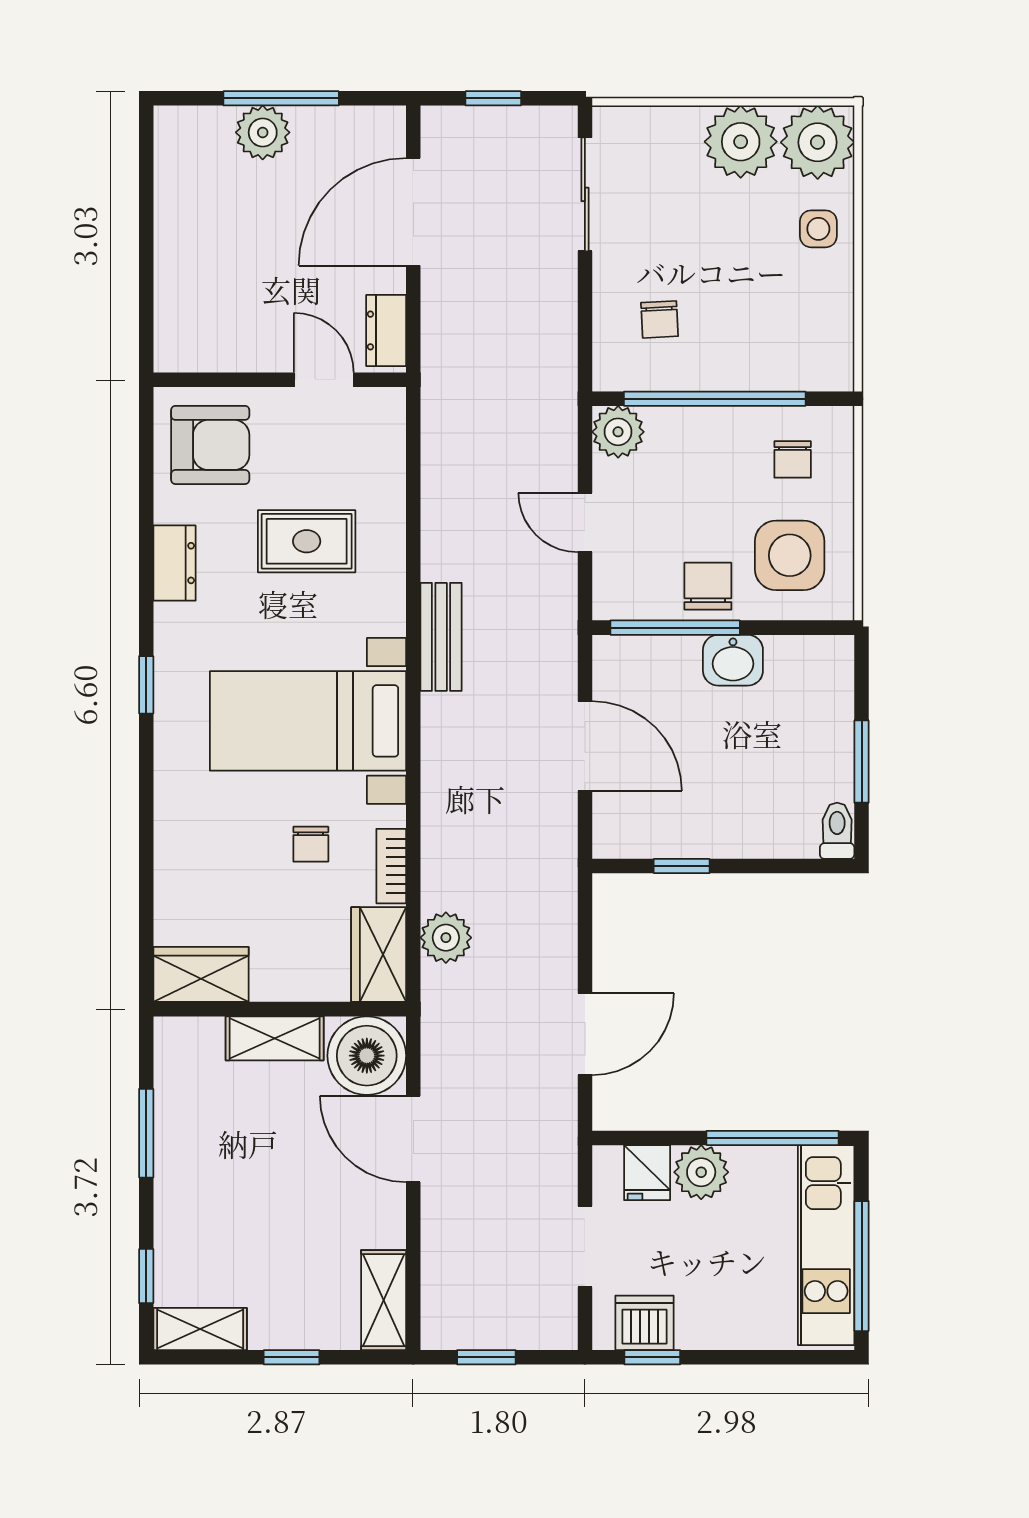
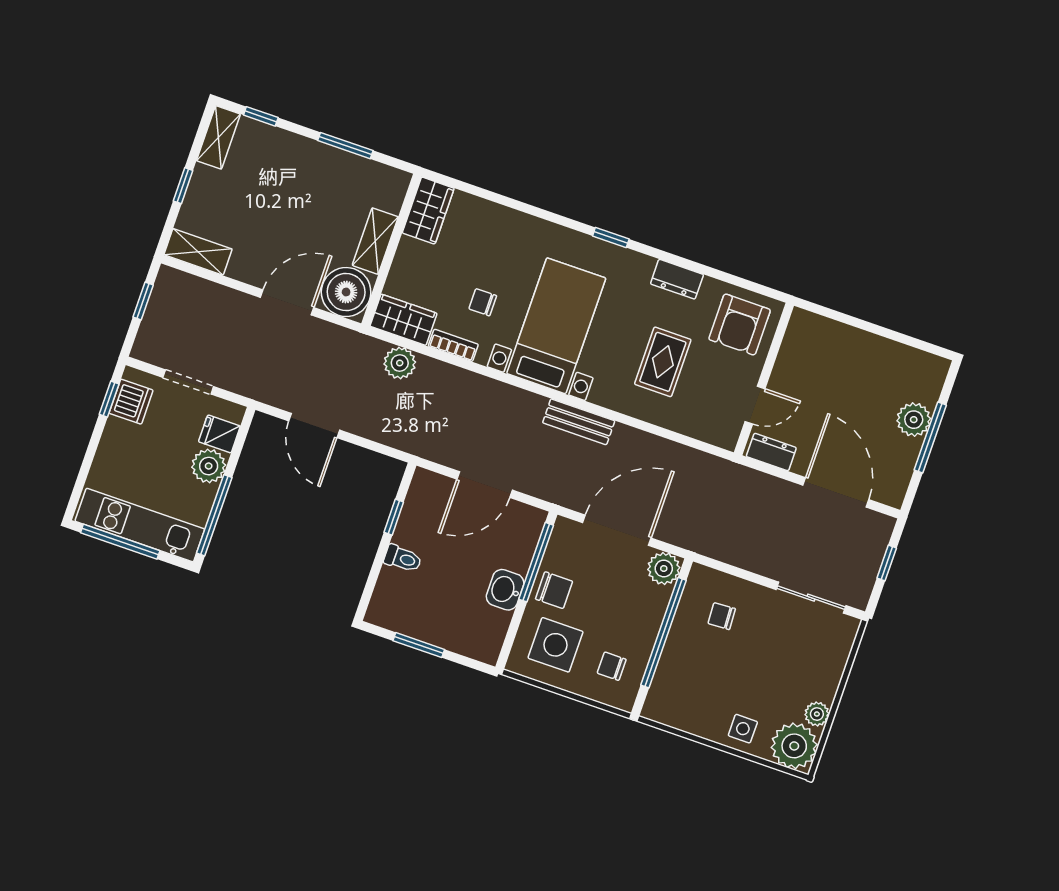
plant: (741, 142) -> (817, 714), width x0.53, depth x0.53
door: (585, 523) -> (617, 530), width x1.87
toilet: (837, 831) -> (403, 559), moved

